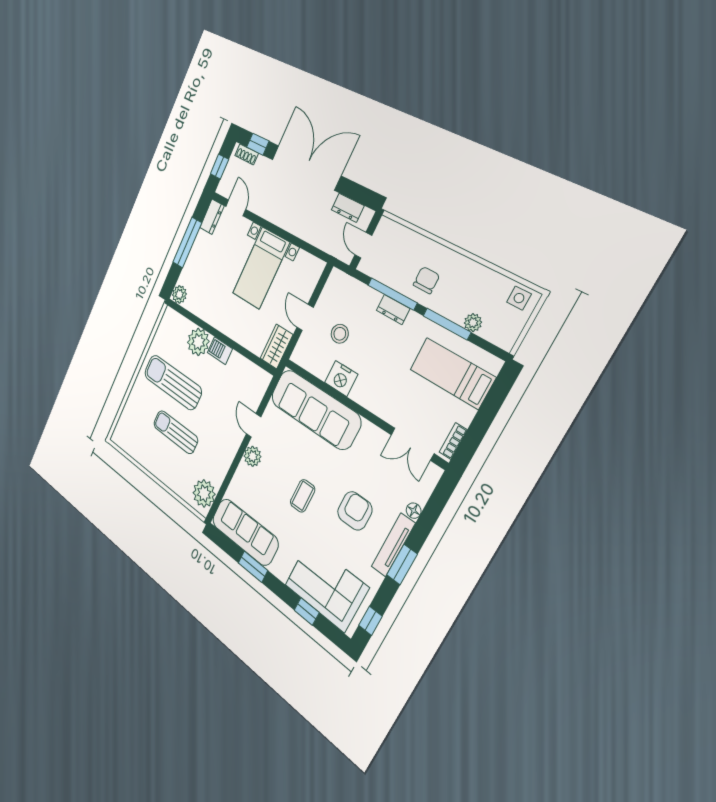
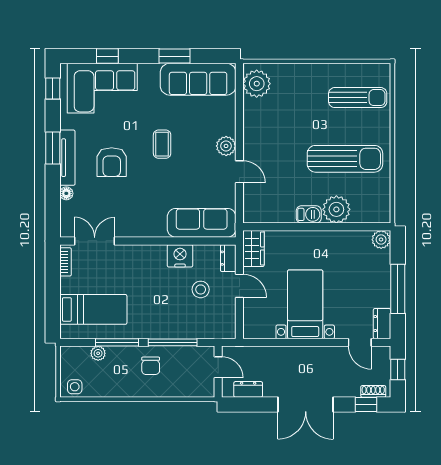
double door: (306, 168) -> (306, 405), width x0.73
dresser: (393, 309) -> (228, 258), moved, turned -90
sofa: (315, 409) -> (202, 223), width x0.74, depth x0.79
sun lounger: (176, 432) -> (358, 98), moved

